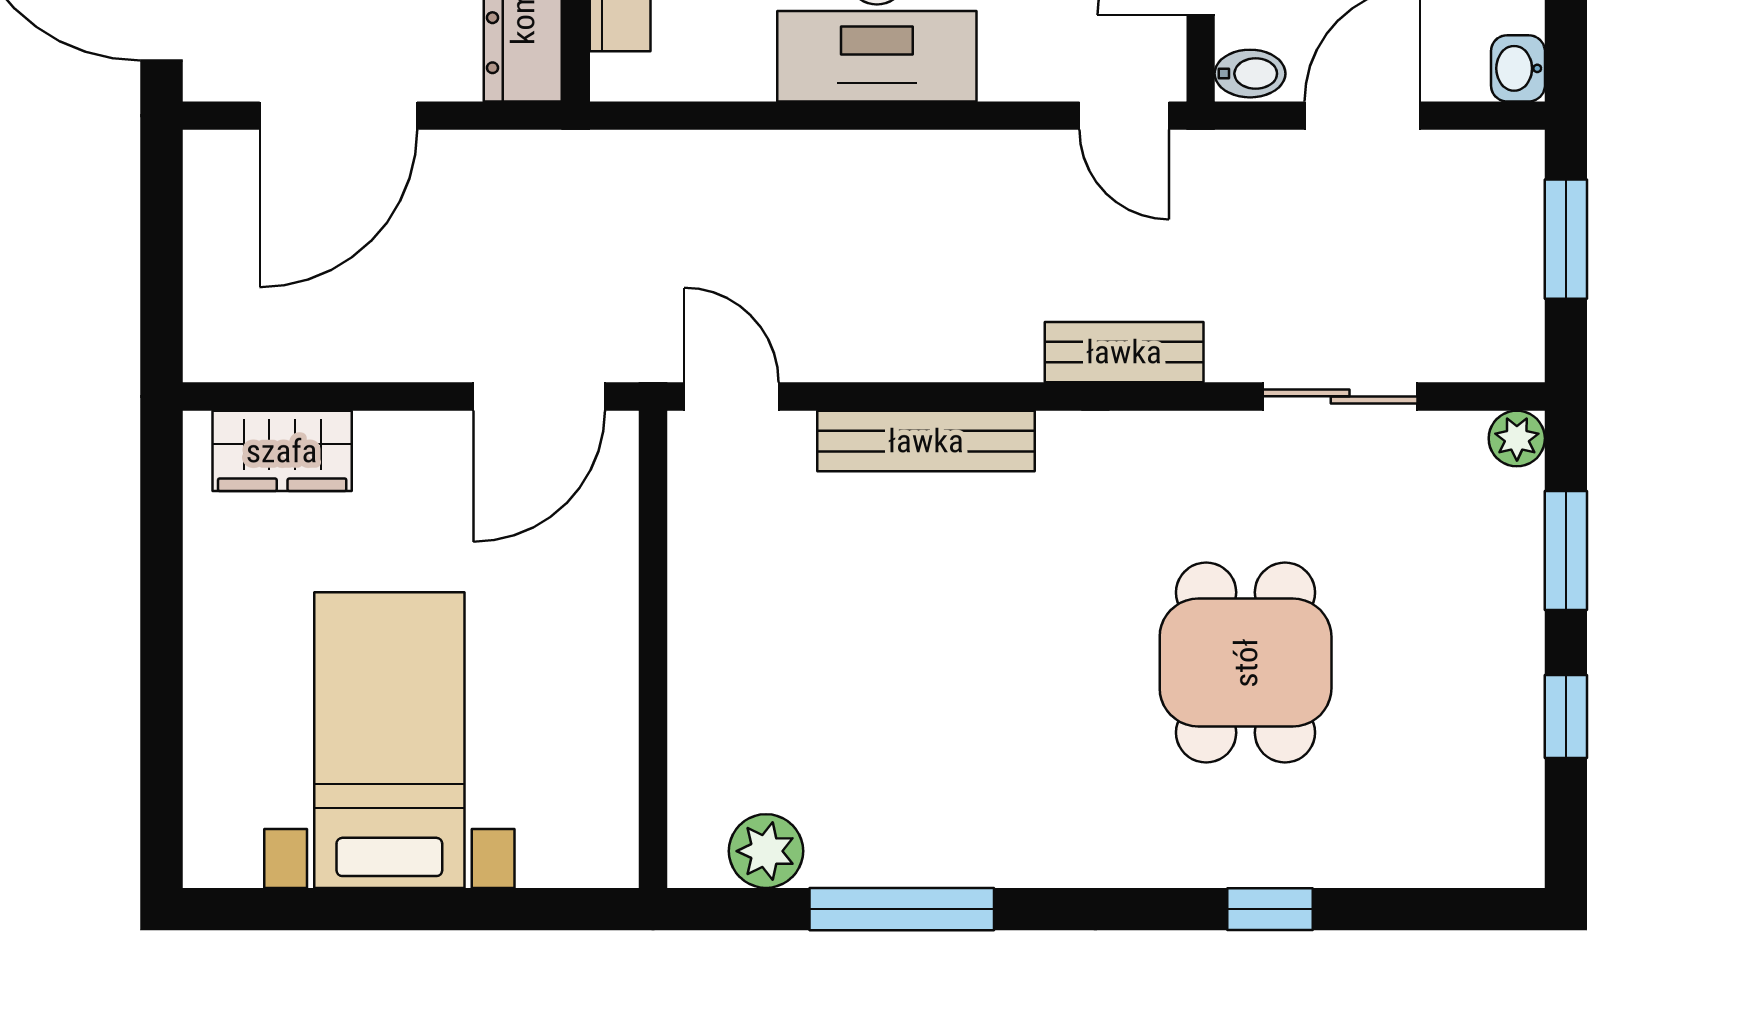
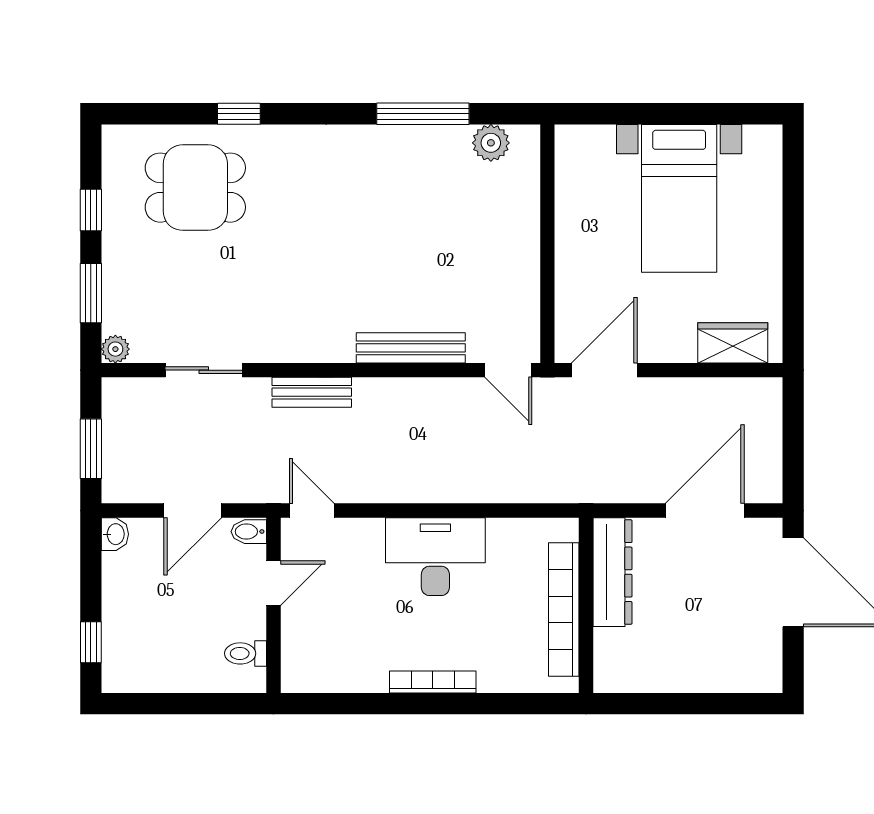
dining table: (1246, 663) -> (195, 188), moved, turned 90

